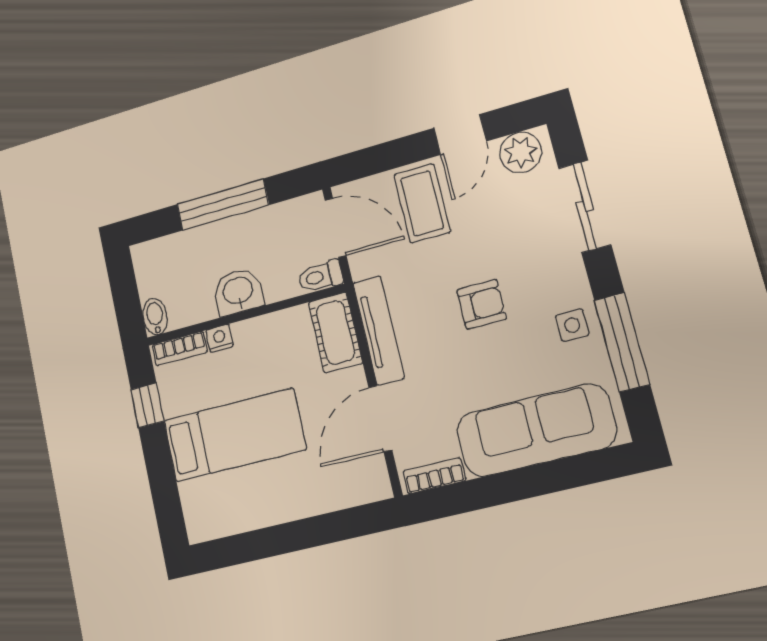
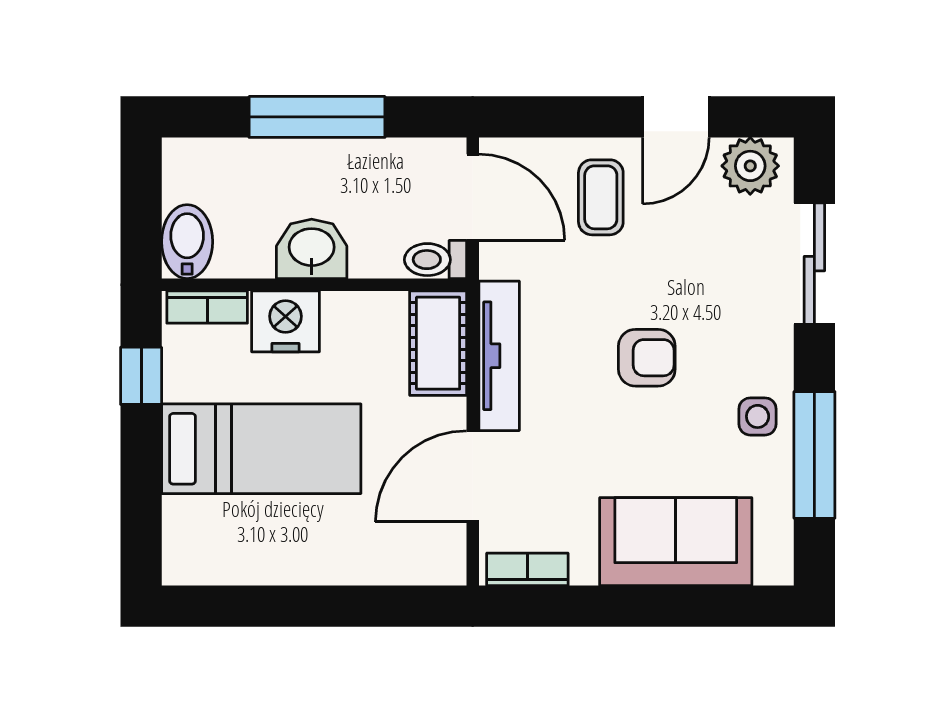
coffee table: (422, 203) -> (601, 197), width x0.73, depth x0.77
bidet: (155, 317) -> (187, 242), width x1.38, depth x1.36
nightstand: (220, 338) -> (285, 321), width x1.89, depth x1.79
sofa: (536, 430) -> (676, 542), width x0.73

